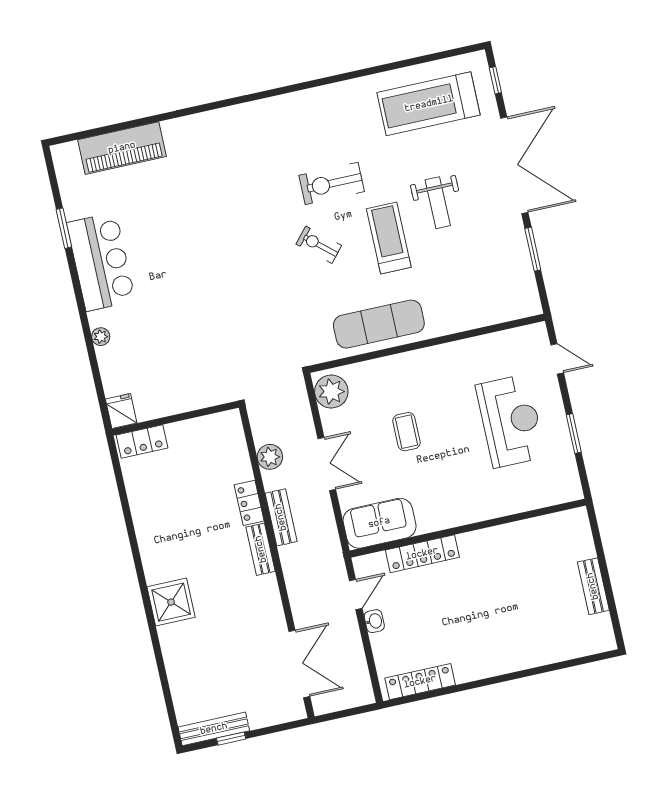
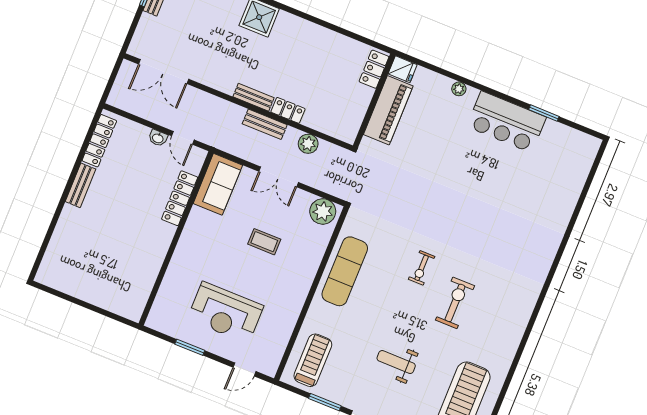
piano: (122, 148) -> (388, 110), moved, turned 180
treadmill: (389, 238) -> (313, 360), moved, turned -90
exercise bike: (319, 245) -> (422, 268), turned 139
bench: (593, 586) -> (80, 185), moved, turned 90

